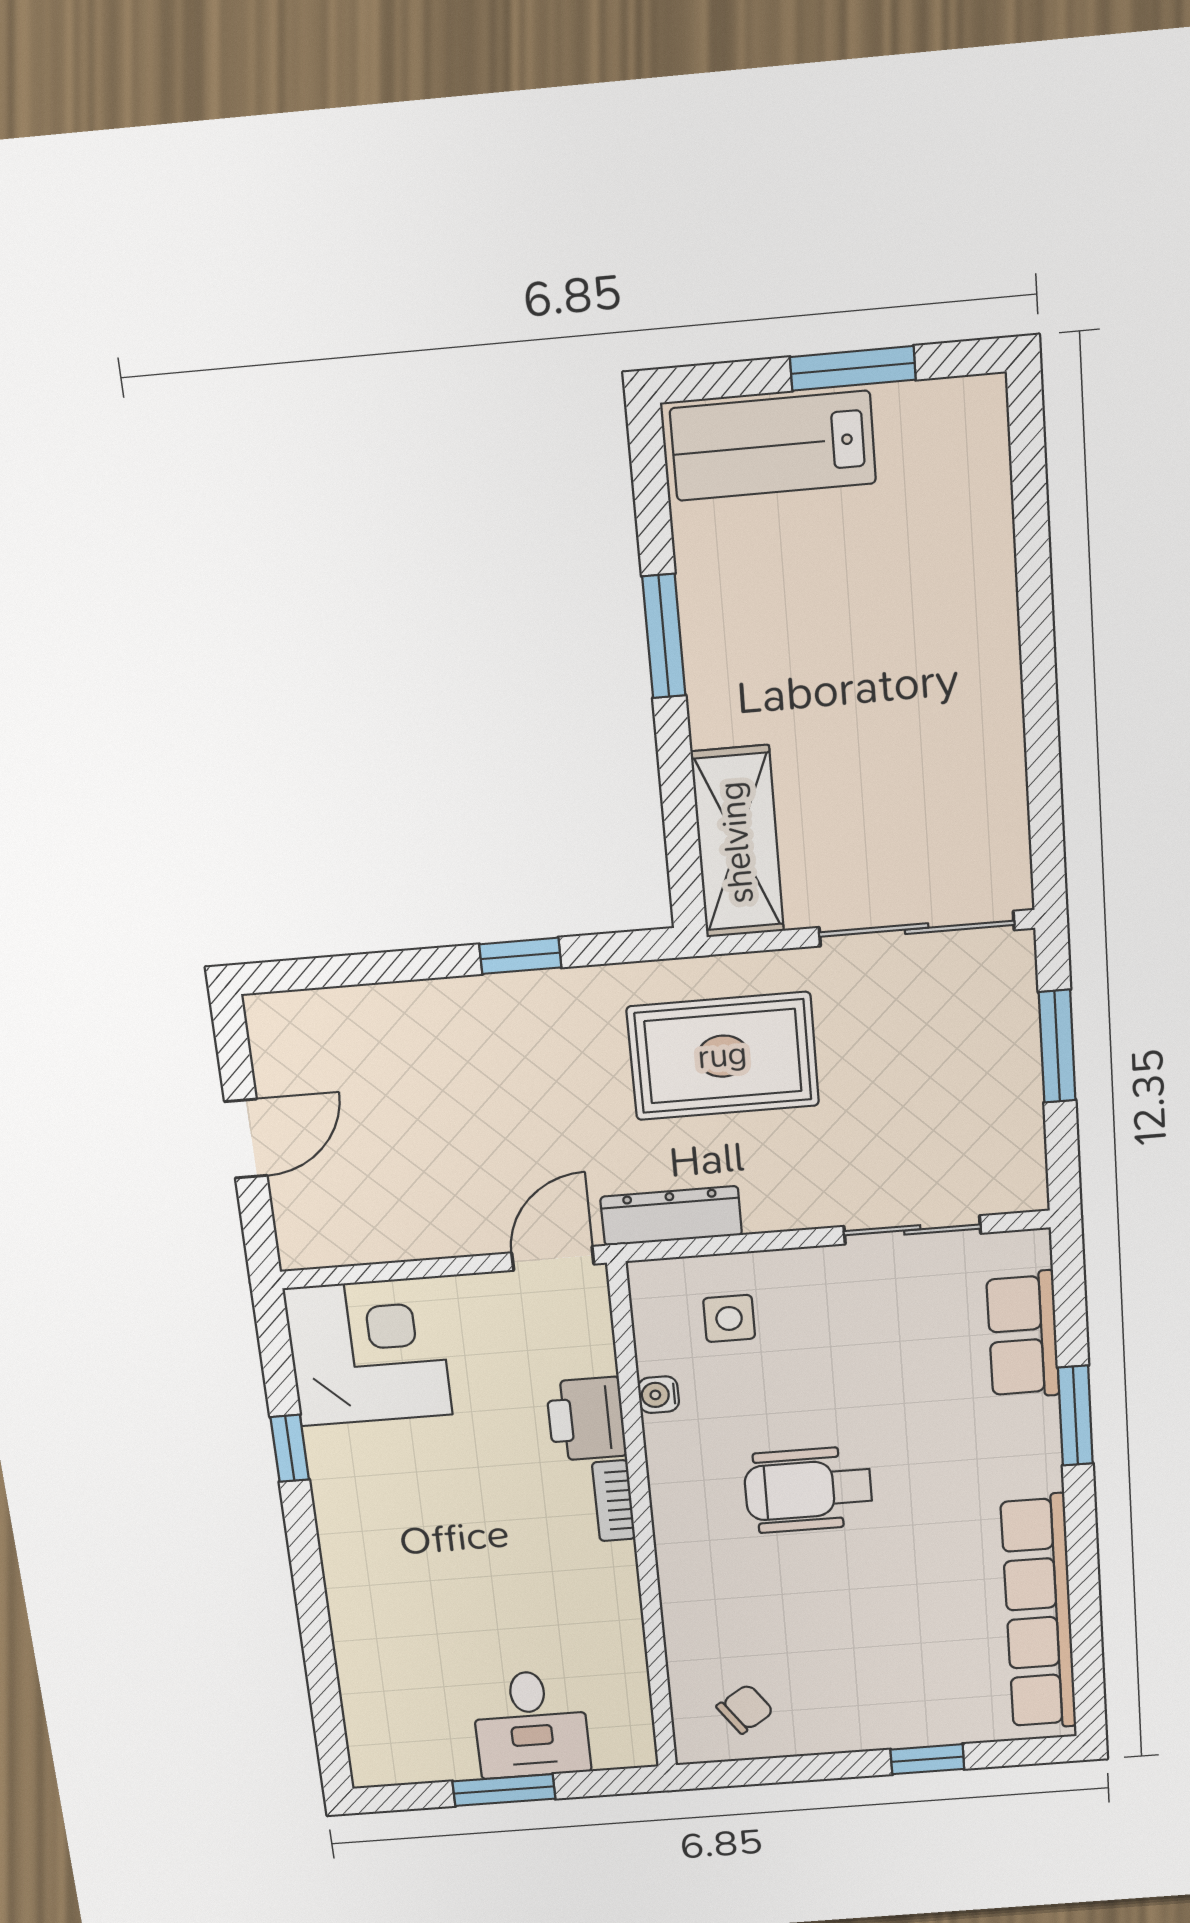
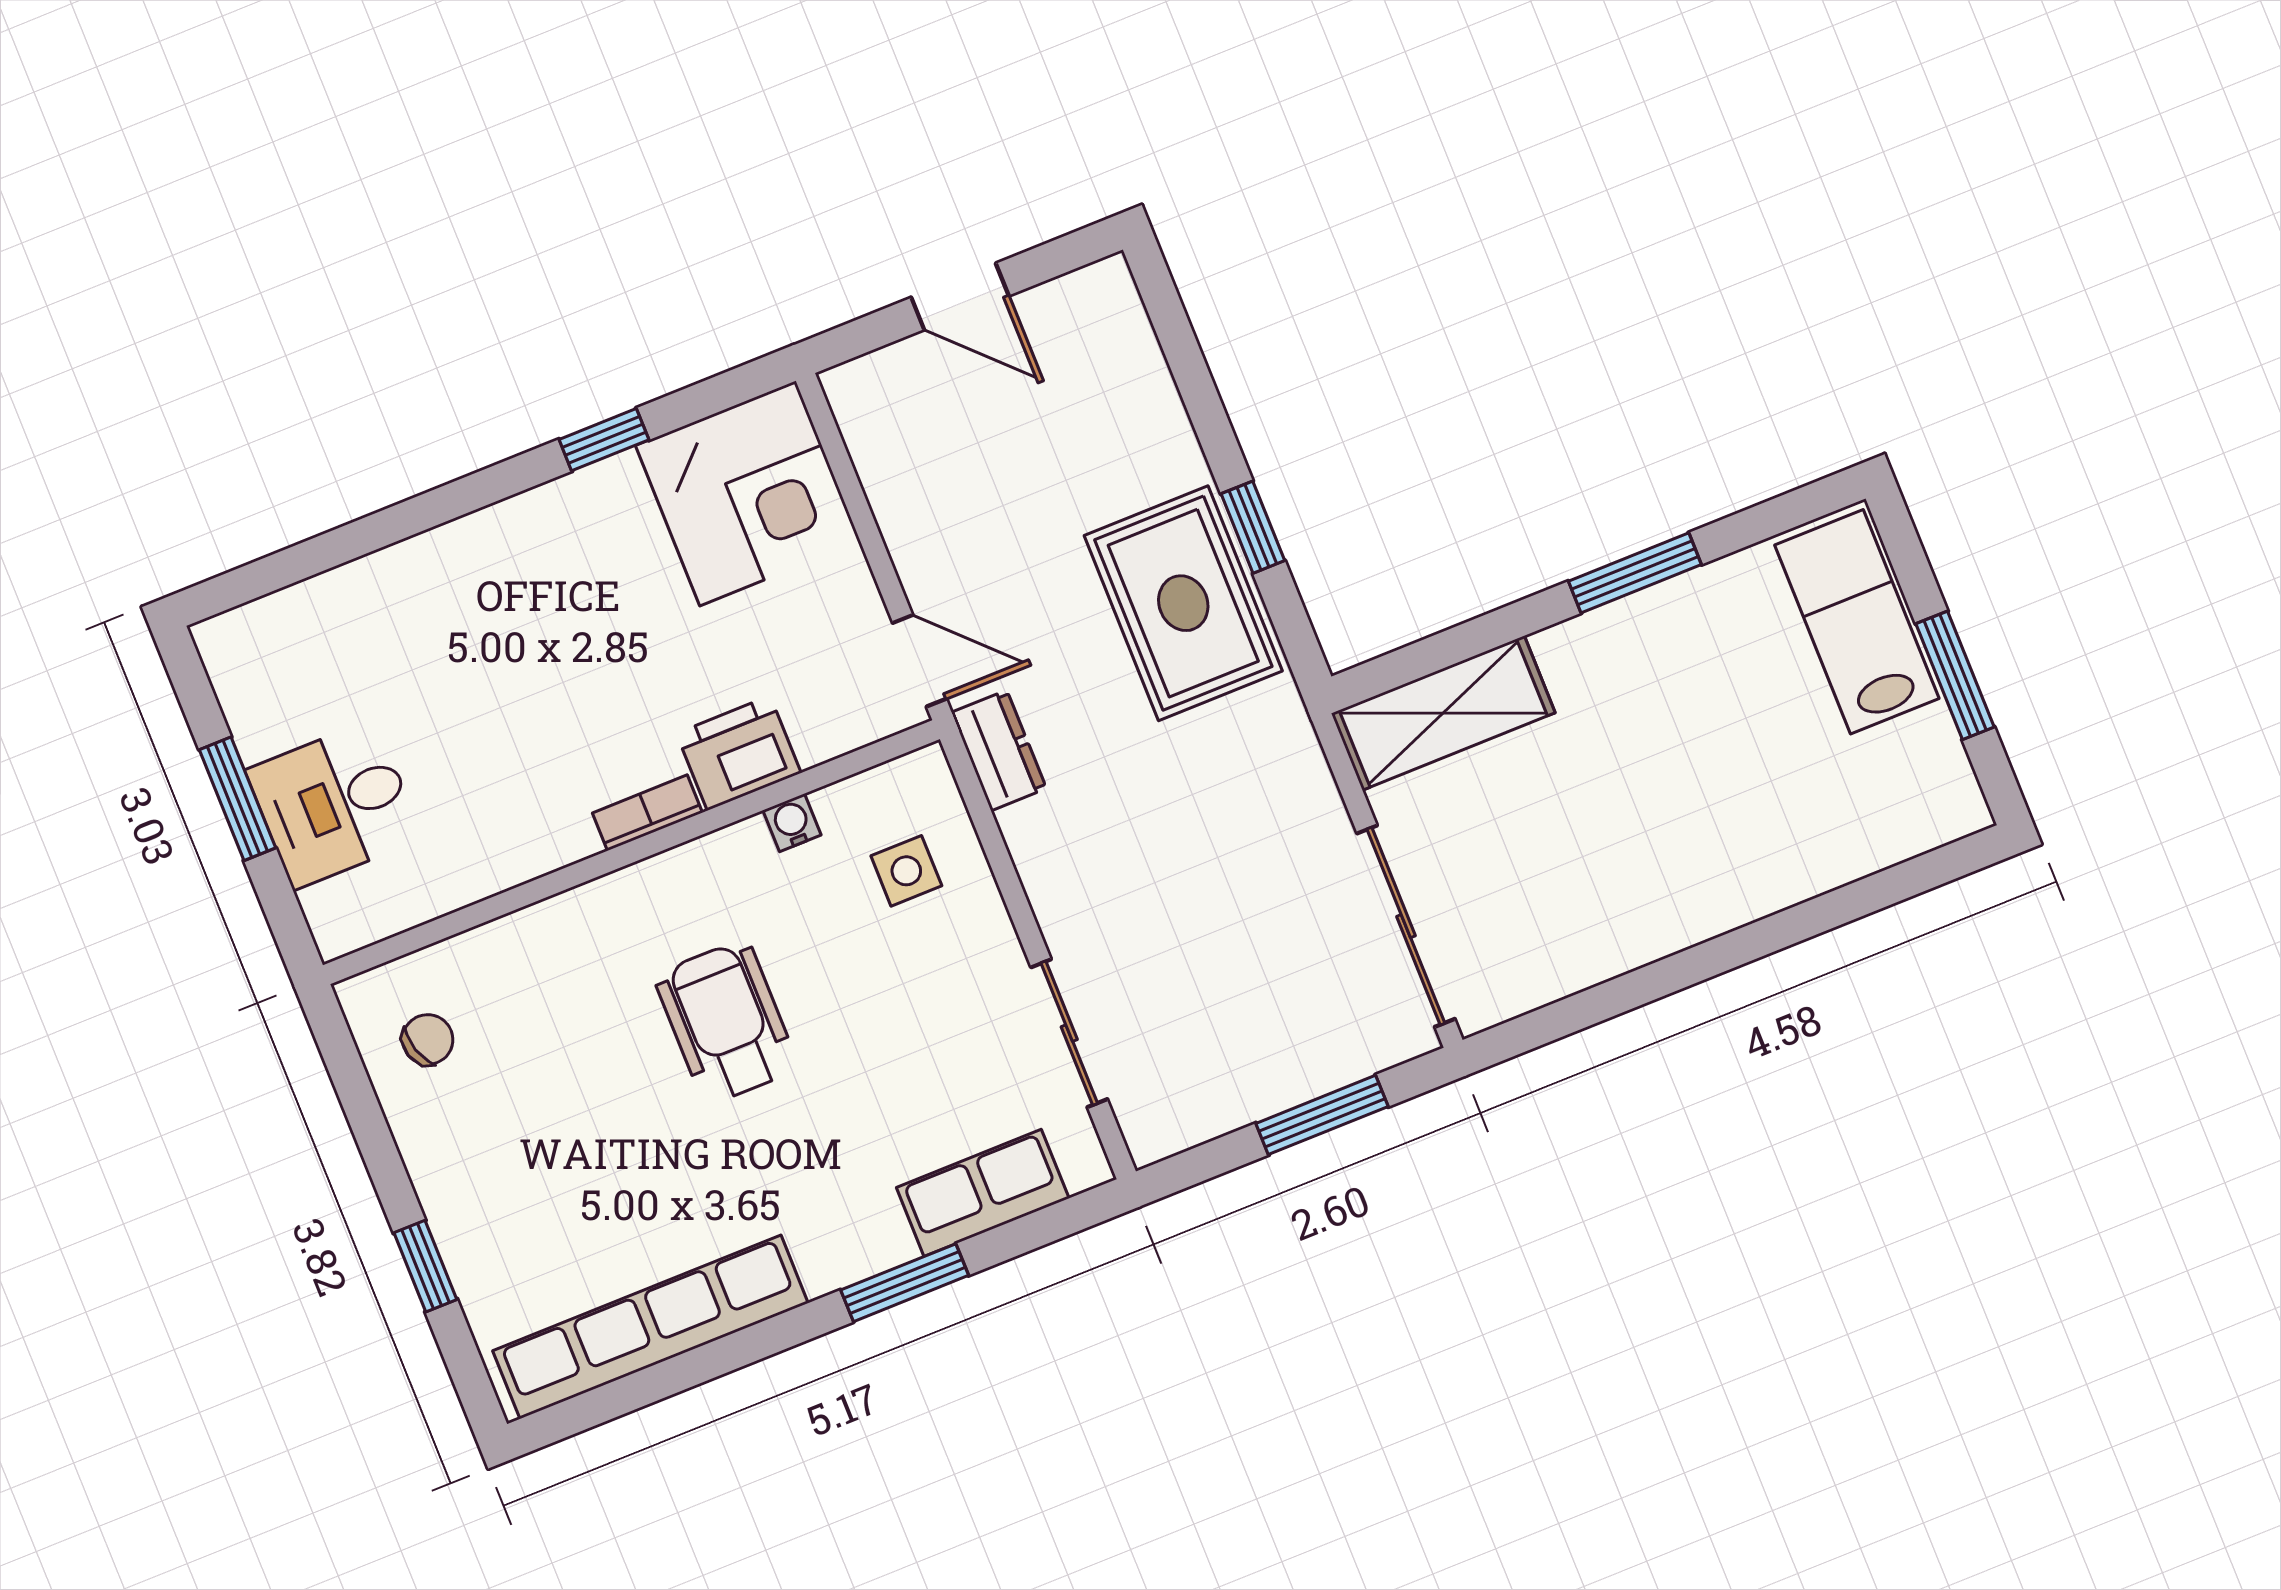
rug: (723, 1056) -> (1183, 603), moved
dresser: (671, 1216) -> (999, 750), width x0.70
chair: (745, 1709) -> (428, 1040), turned -73

